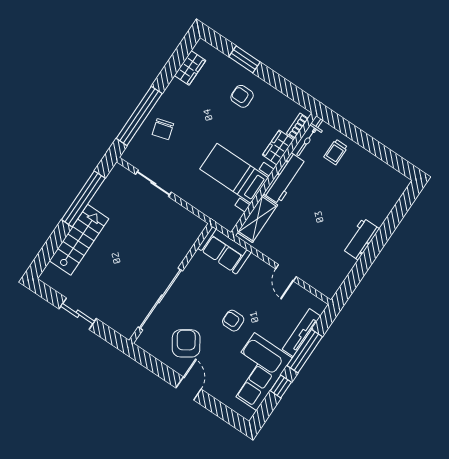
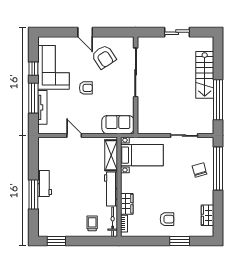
window: (393, 160) -> (56, 241), added
bed with nightstands: (234, 173) -> (142, 155), moved
window: (383, 235) -> (33, 194), added

